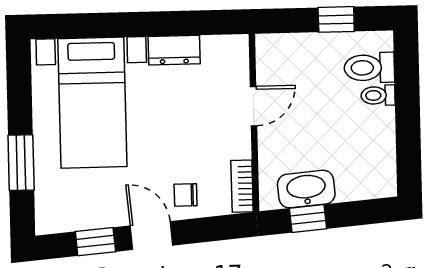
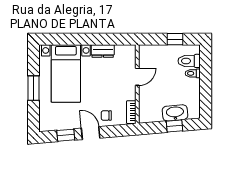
window: (21, 163) -> (34, 88), moved
washbasin: (306, 189) -> (175, 113), moved
window: (308, 218) -> (175, 126), moved

